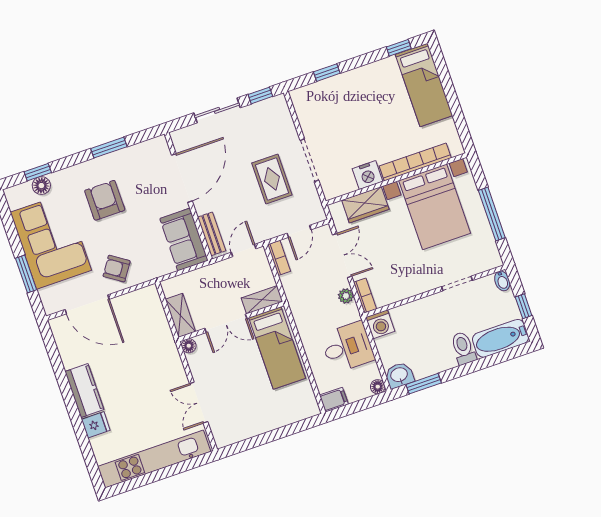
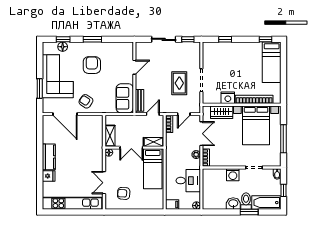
window: (109, 148) -> (92, 39), moved
door: (182, 178) -> (134, 67), width x0.53
washing machine: (380, 324) -> (233, 175), moved
washbasin: (399, 375) -> (233, 204), moved
window: (424, 384) -> (249, 212), moved
armchair: (240, 410) -> (124, 193), added

